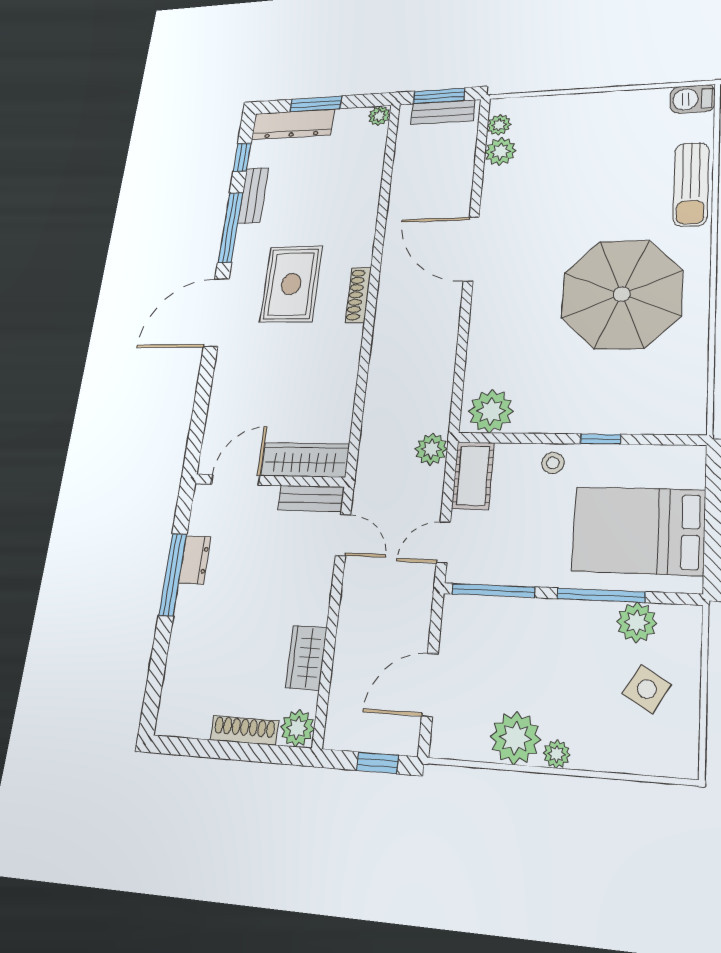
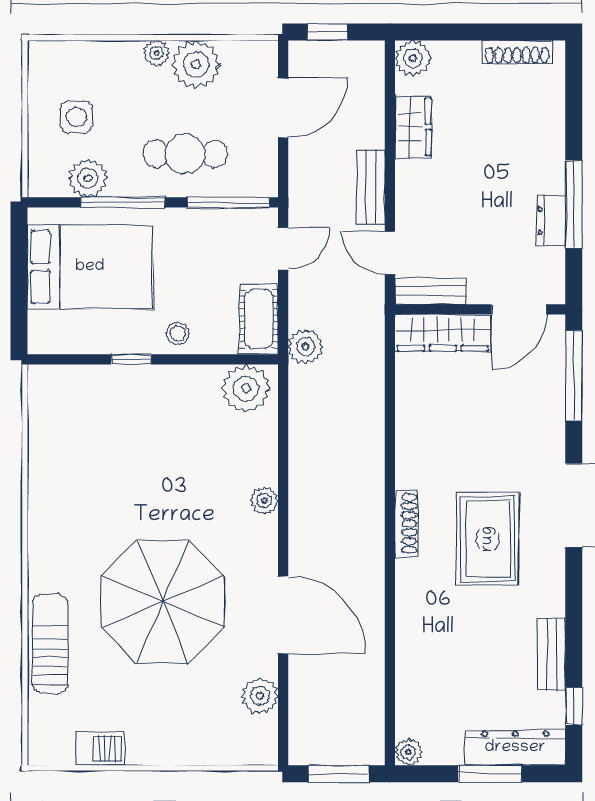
barbecue: (693, 99) -> (100, 749), moved
bench: (443, 112) -> (371, 187), moved, turned 90
plant: (499, 125) -> (264, 501), moved
window: (230, 228) -> (574, 376), moved
door: (471, 249) -> (283, 615), moved
parasol: (622, 294) -> (163, 602), moved
cafe table: (533, 643) -> (185, 154), added
side table: (647, 689) -> (76, 117), turned -30
shoe rack: (244, 730) -> (517, 52), moved

